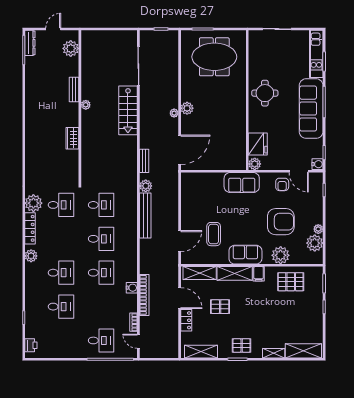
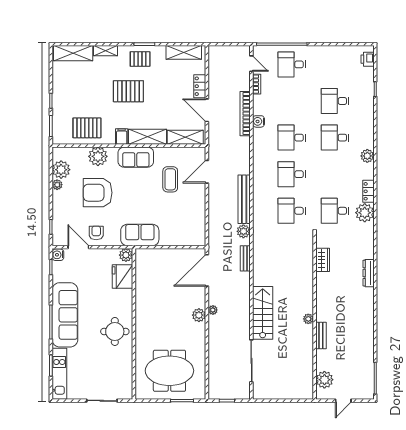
dresser: (30, 43) -> (369, 273), moved
wardrobe: (72, 138) -> (323, 260), moved
locker: (30, 228) -> (368, 191), width x0.66
pallet: (220, 307) -> (128, 91), moved, width x1.50, depth x1.42

